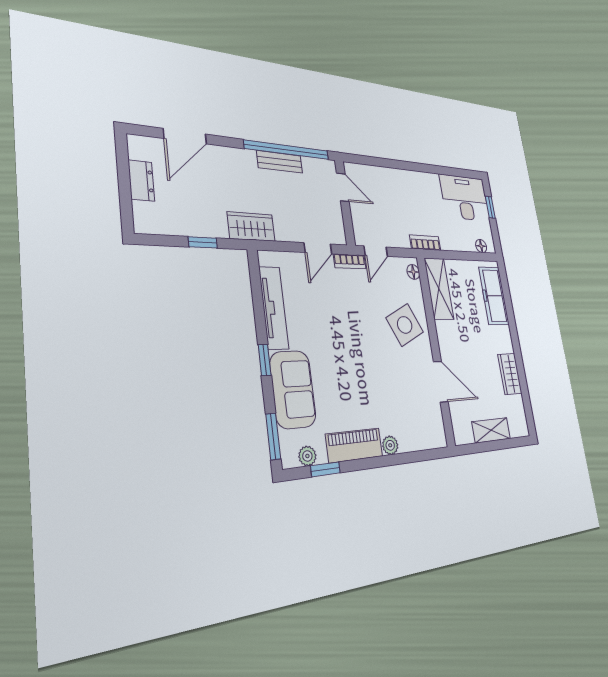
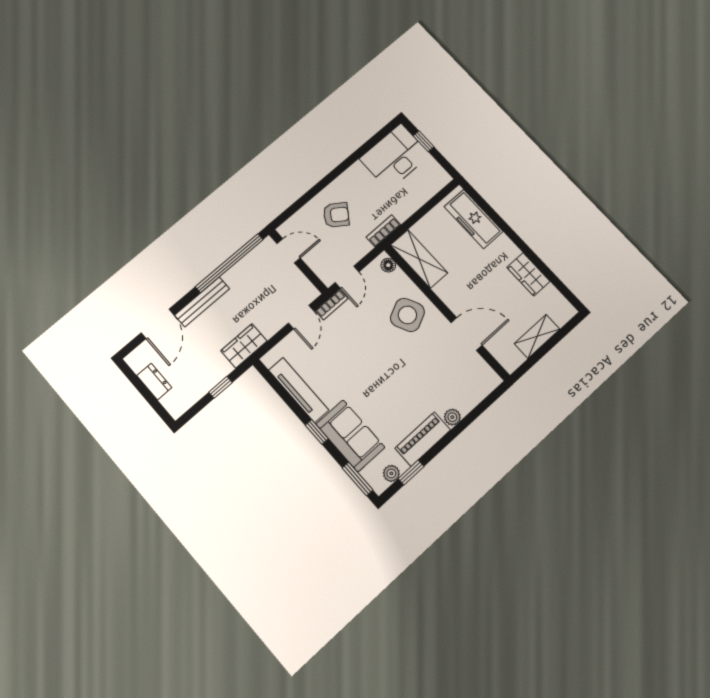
bench: (280, 162) -> (202, 302), moved, width x1.36
armchair: (397, 197) -> (336, 215), added
floor lamp: (481, 246) -> (436, 186), removed

